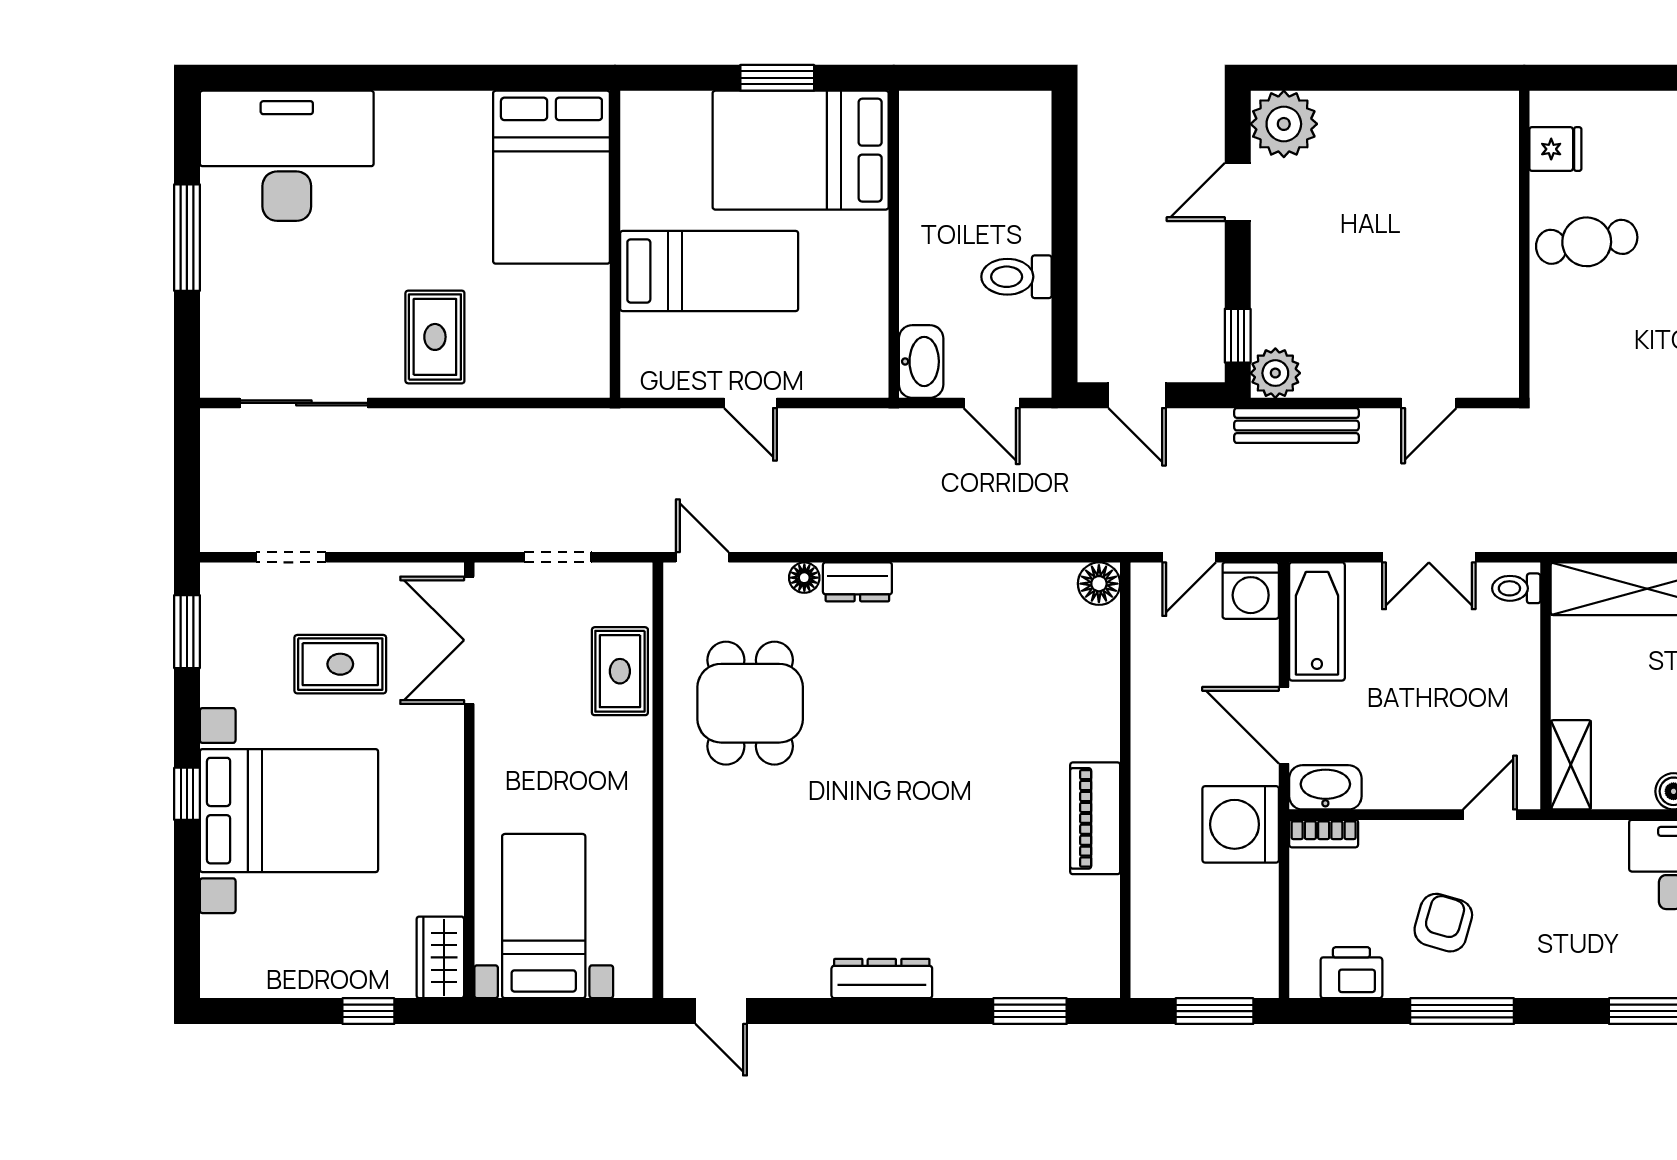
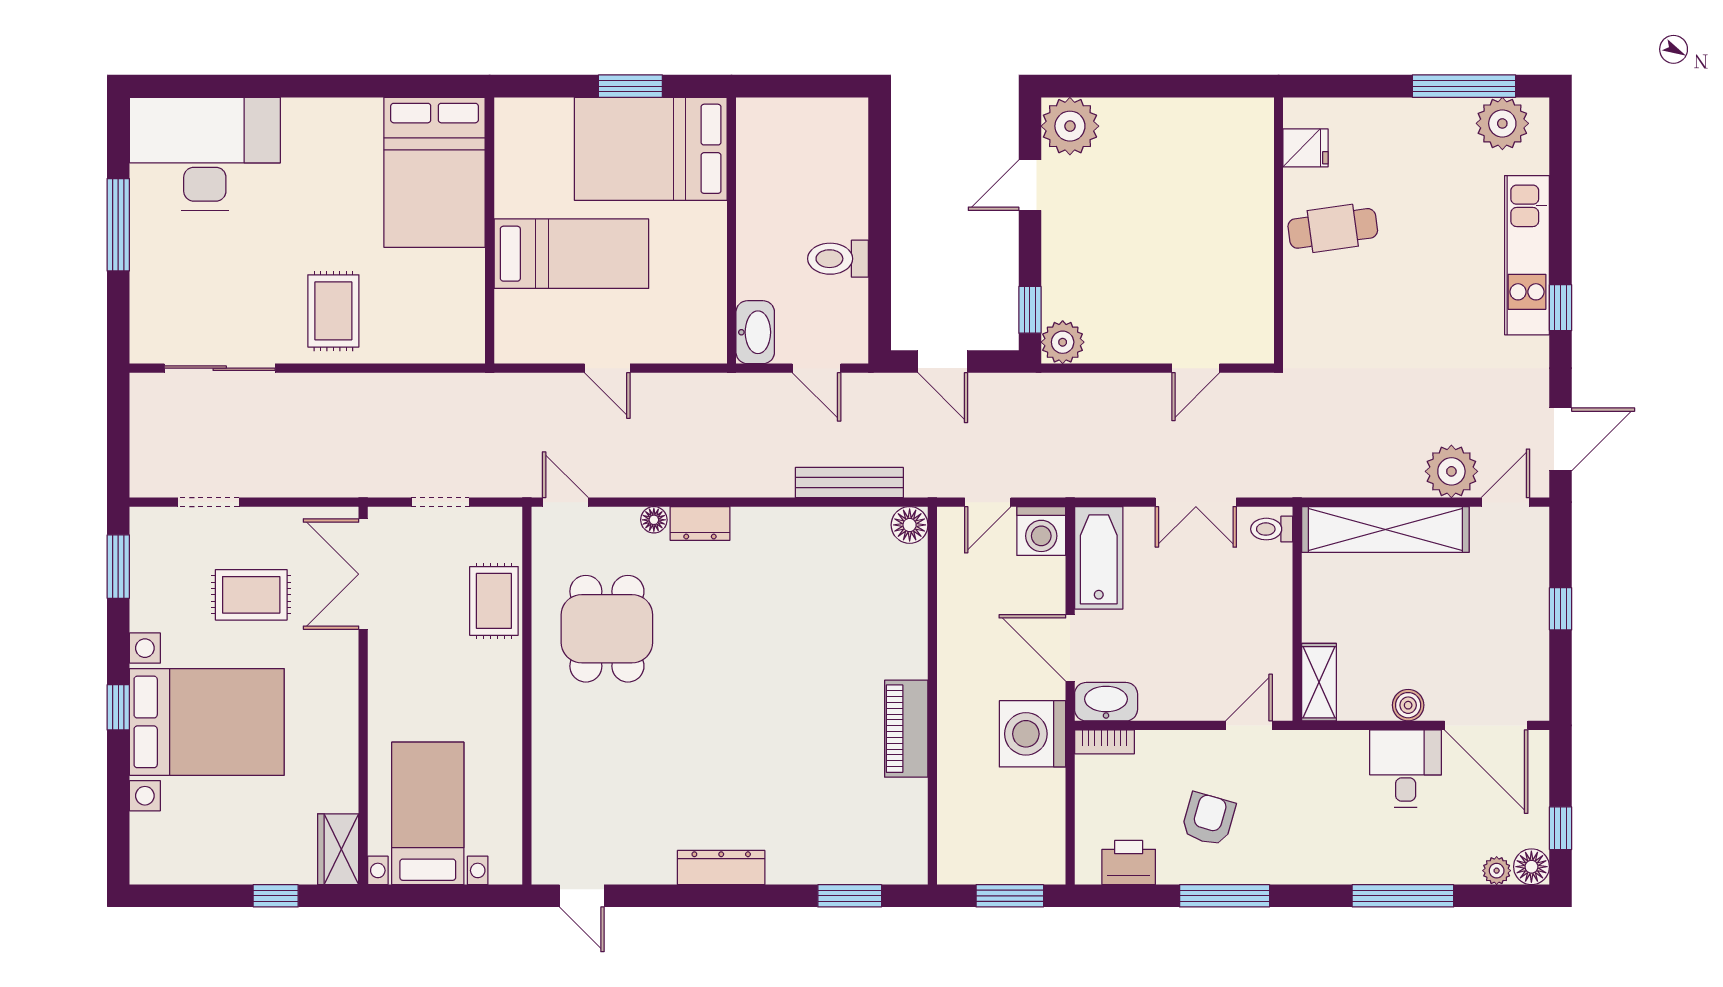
bench: (1297, 426) -> (849, 483), moved

